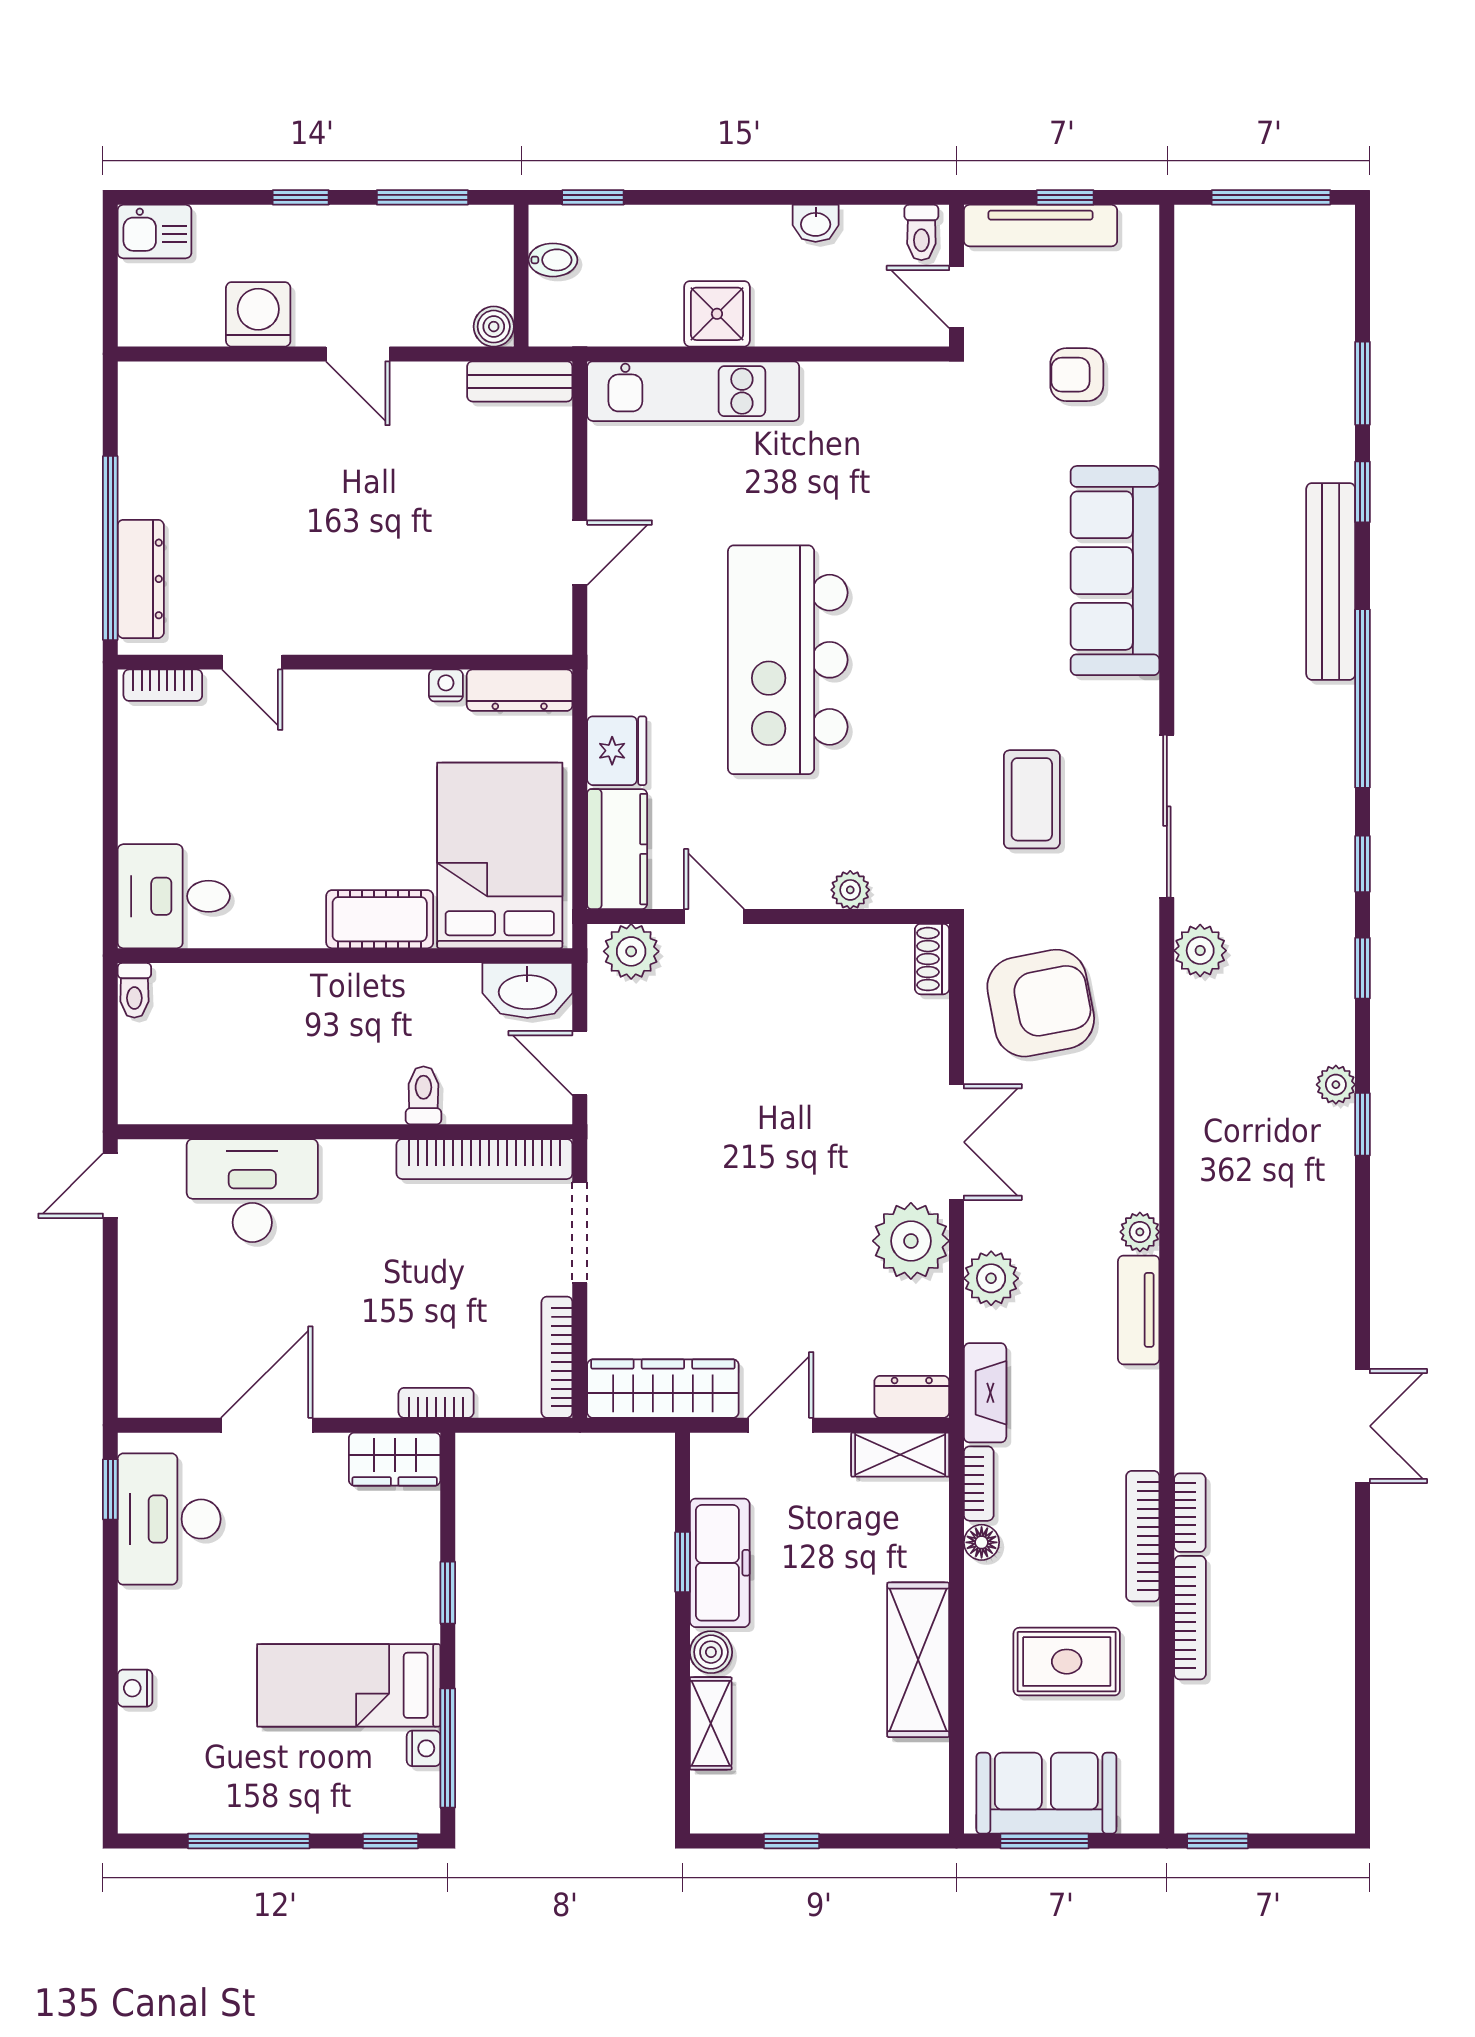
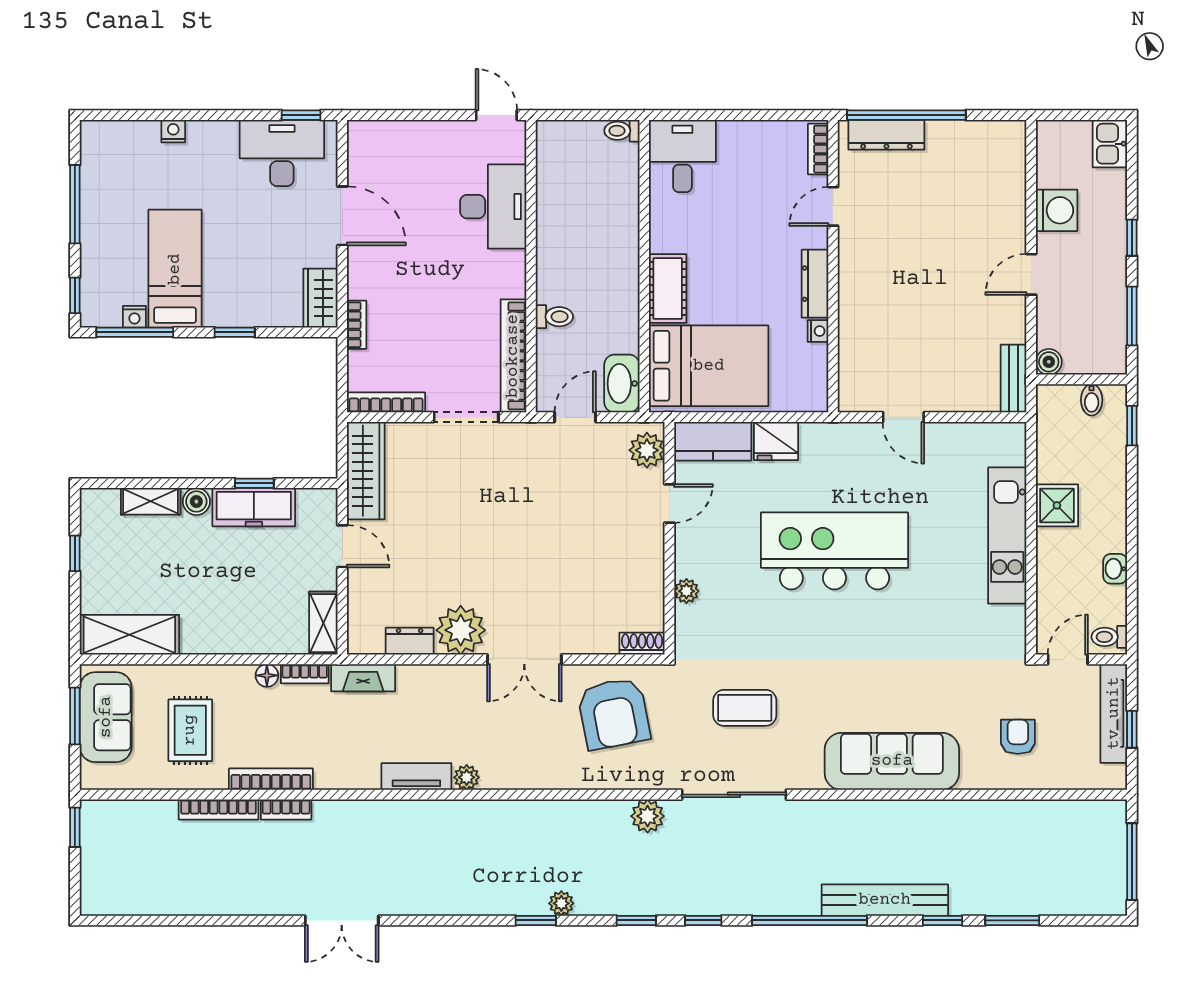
kitchen unit: (693, 391) -> (1007, 536), moved
dresser: (520, 690) -> (815, 284), moved
plant: (991, 1278) -> (437, 682), removed
dresser: (912, 1397) -> (410, 641), moved, turned -90
shelving: (918, 1660) -> (129, 635), moved

